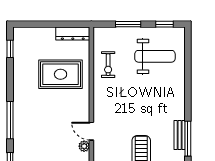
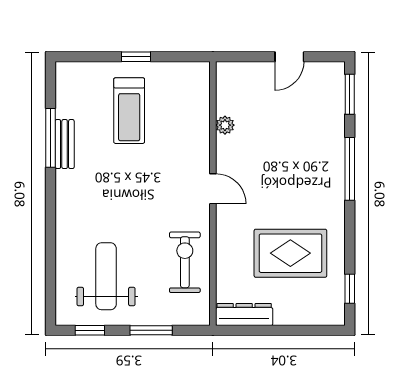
weight bench: (155, 56) -> (106, 276), turned 90
exercise bike: (108, 65) -> (185, 262), width x1.38, depth x1.39
rug: (61, 74) -> (290, 253), moved
door: (91, 131) -> (213, 189), moved

